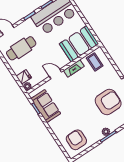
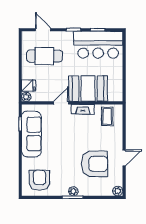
booth: (79, 44) -> (88, 89), moved
door: (55, 74) -> (61, 103), hinge flipped
sofa: (46, 106) -> (31, 134), width x1.36

